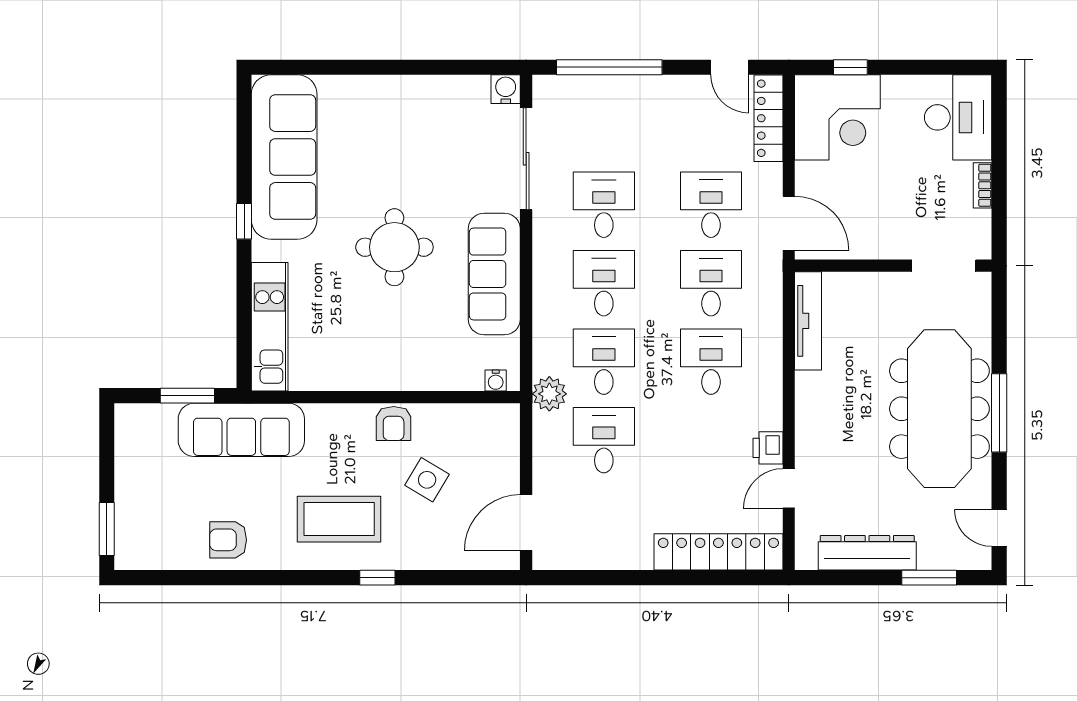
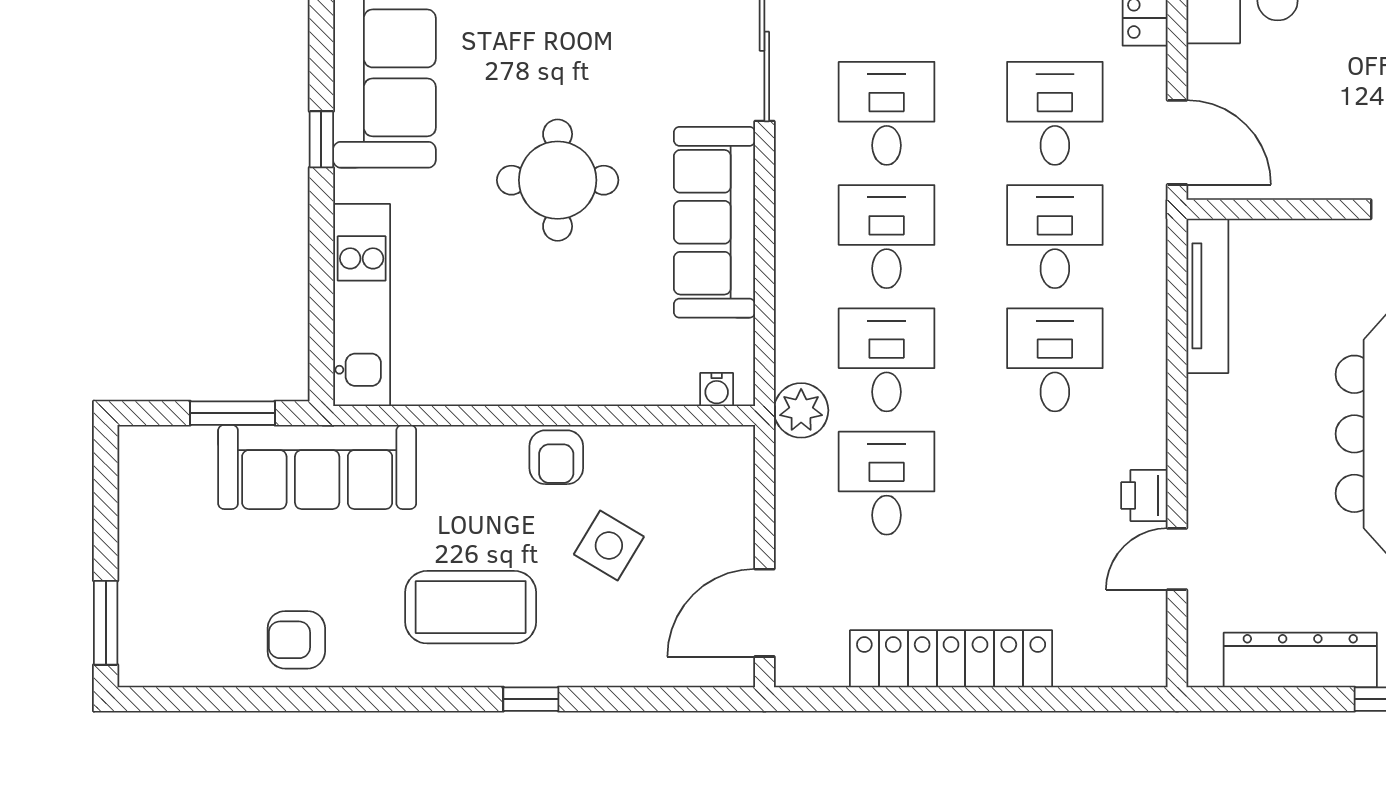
locker: (718, 552) -> (951, 659), moved

